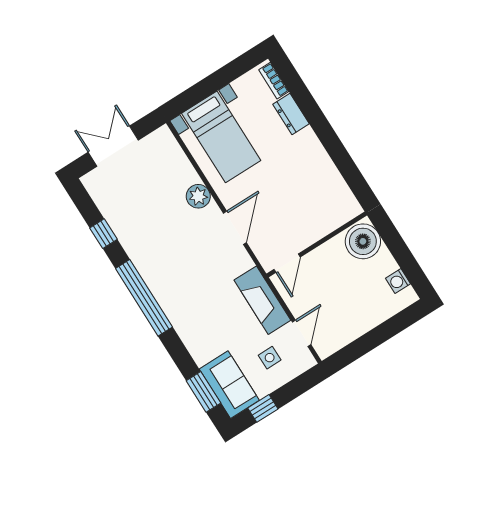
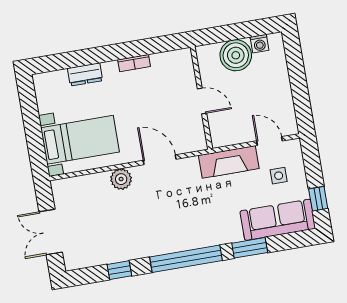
bookcase: (274, 81) -> (134, 63), moved
boiler: (363, 241) -> (236, 55), moved
door: (287, 263) -> (202, 101), moved
sofa: (229, 385) -> (278, 220), width x1.36
window: (203, 392) -> (250, 248), moved

